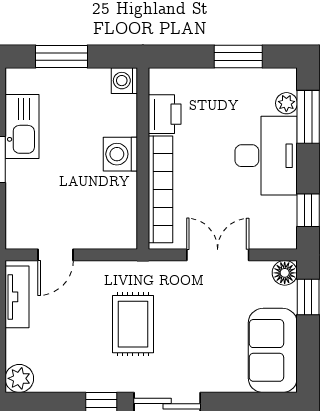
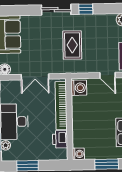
washing machine: (120, 154) -> (79, 88), moved
door: (56, 255) -> (108, 75), swing flipped

